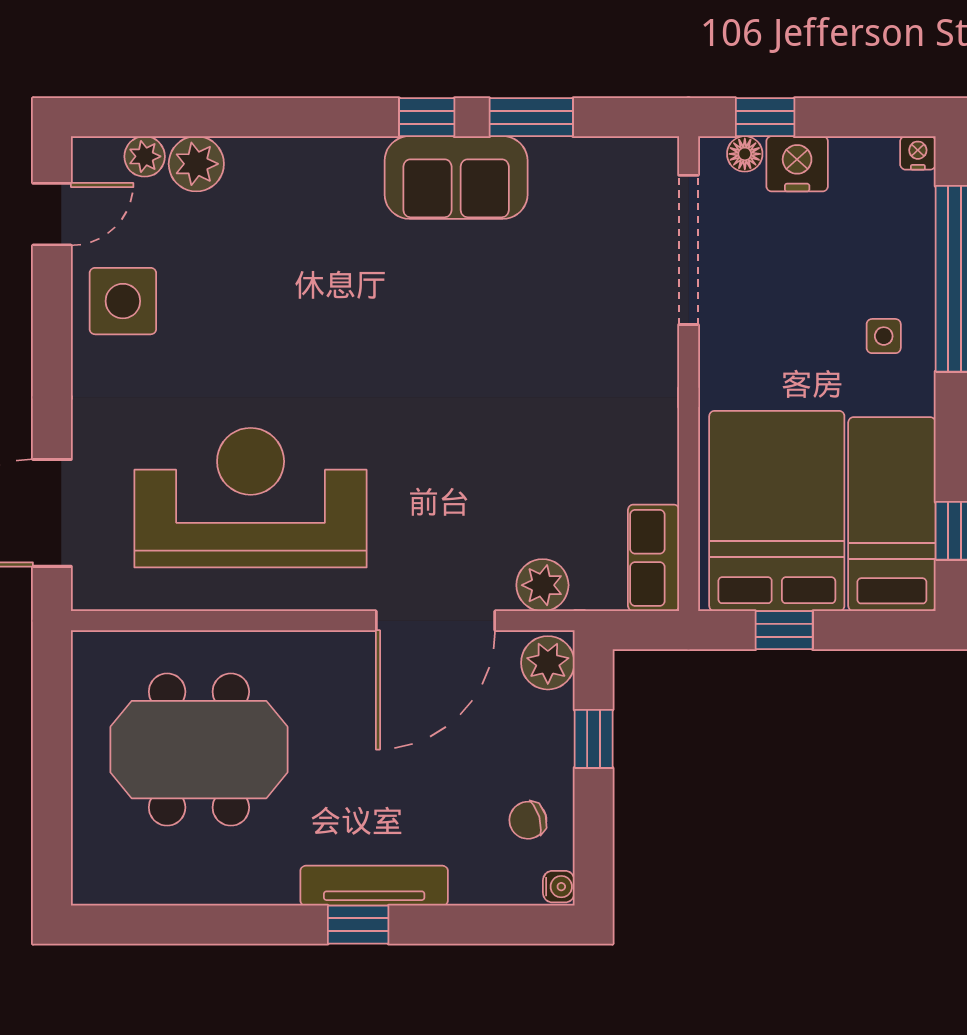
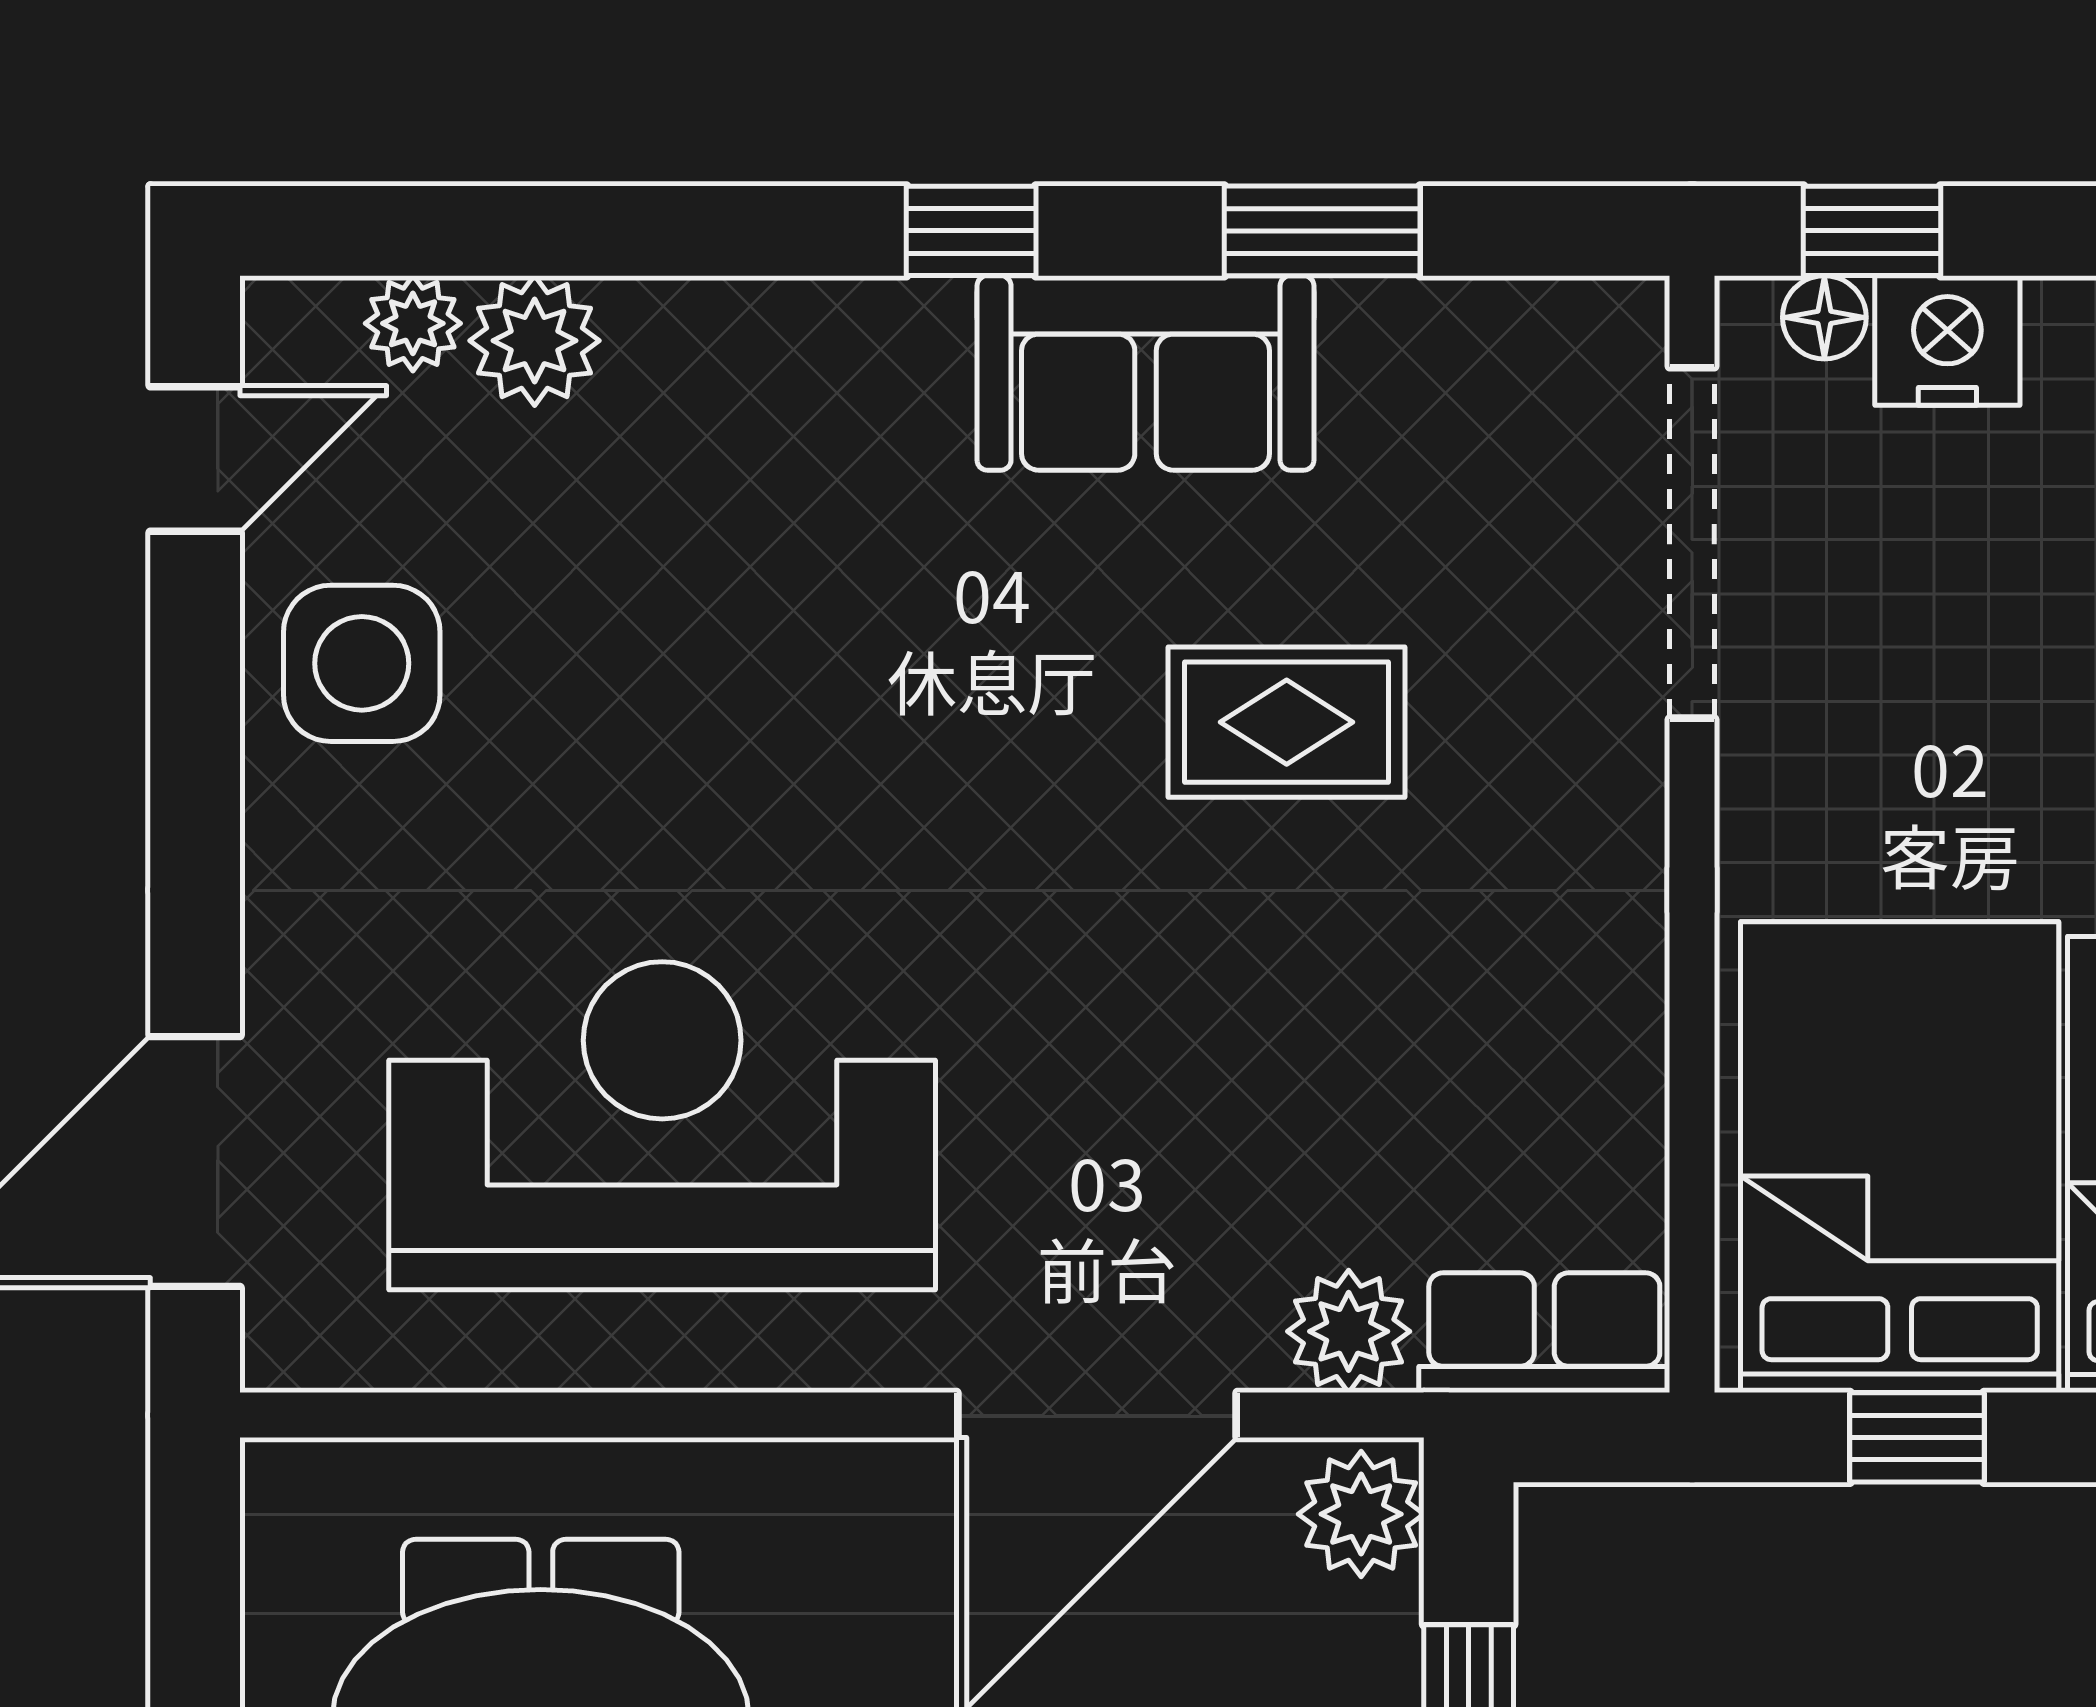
window: (427, 117) -> (971, 231), moved
rug: (516, 326) -> (1287, 722), added
row of seats: (654, 558) -> (1544, 1333), moved, turned 90

